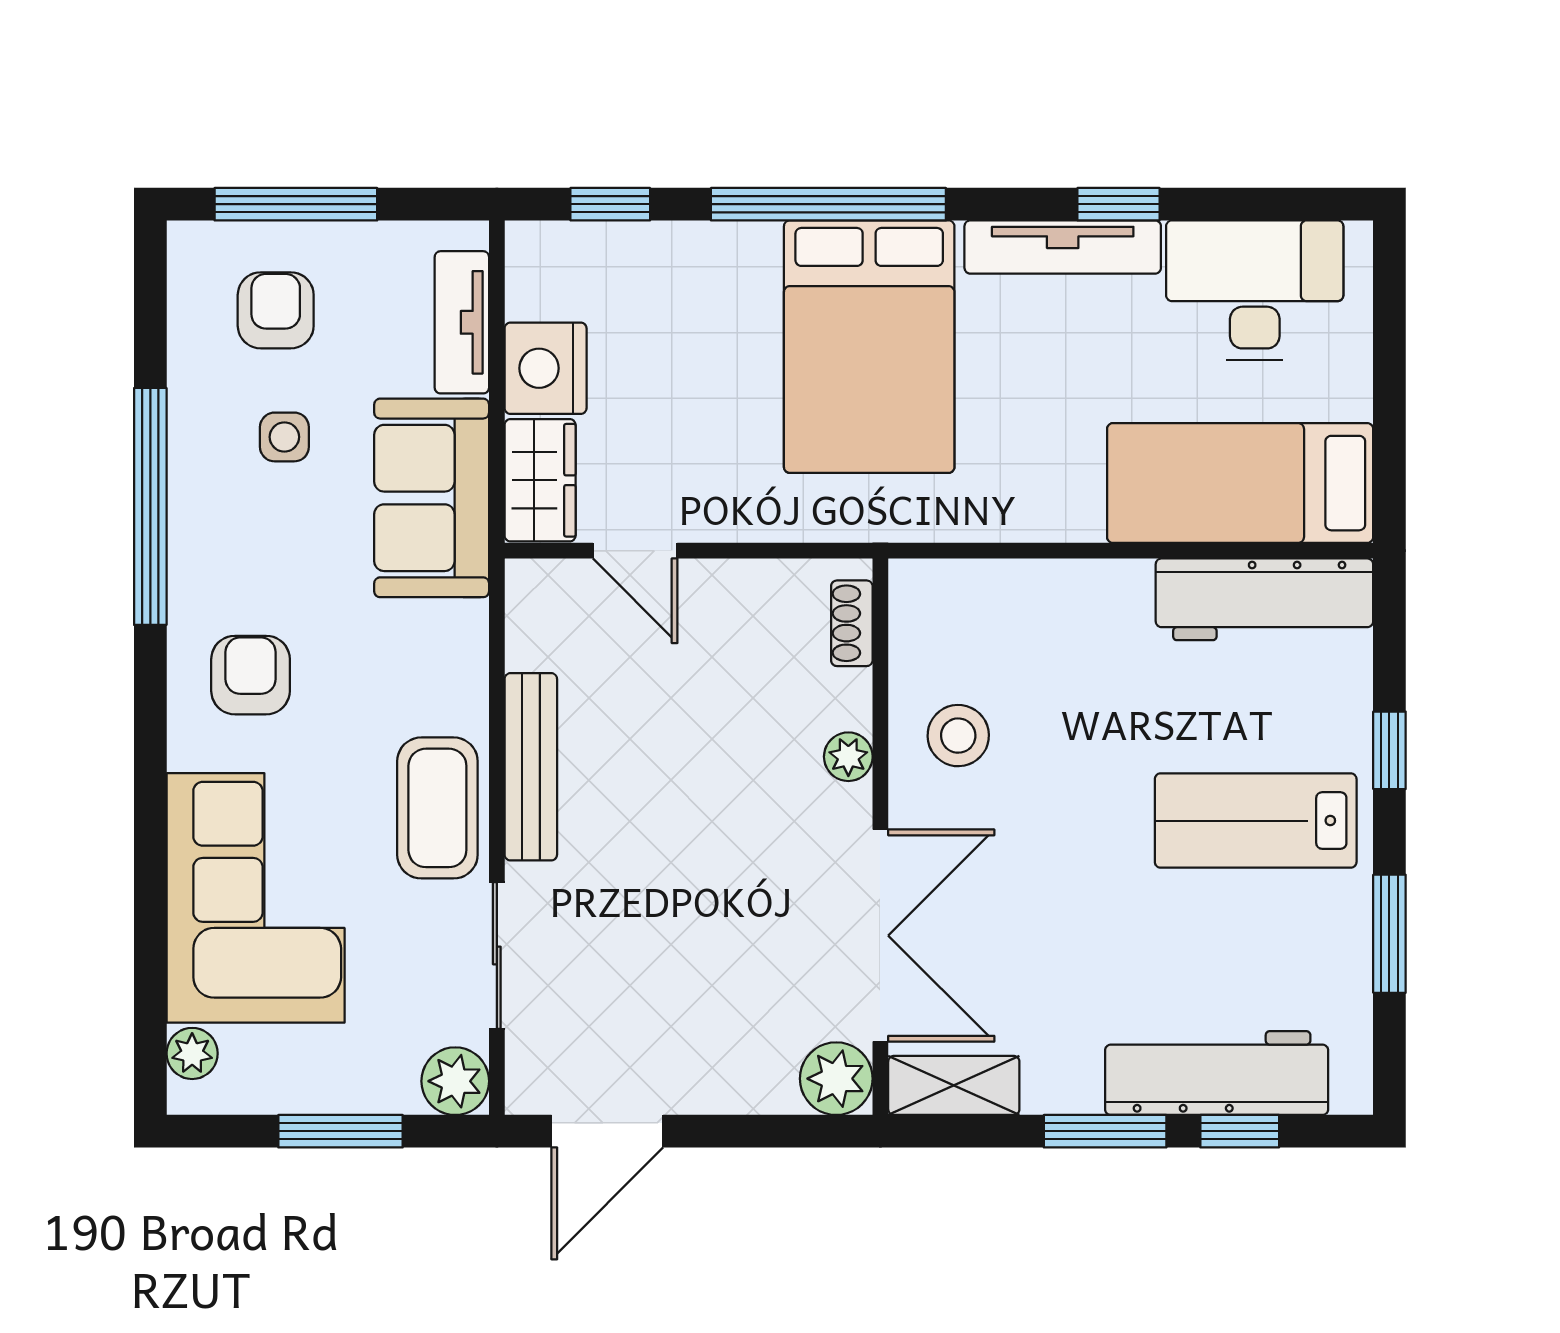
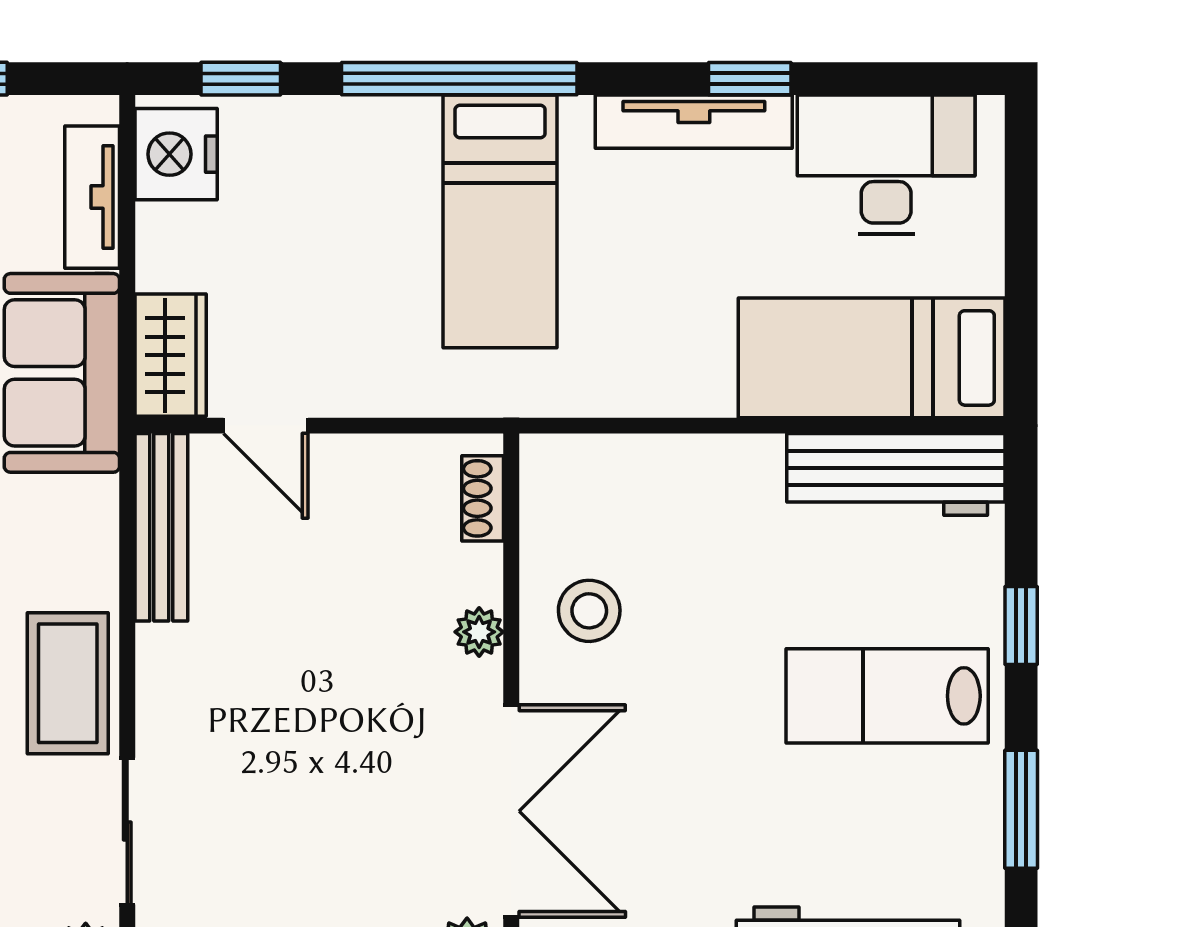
bed: (869, 347) -> (500, 221), width x0.67
nightstand: (546, 368) -> (176, 154), moved
bench: (531, 767) -> (161, 527), moved

